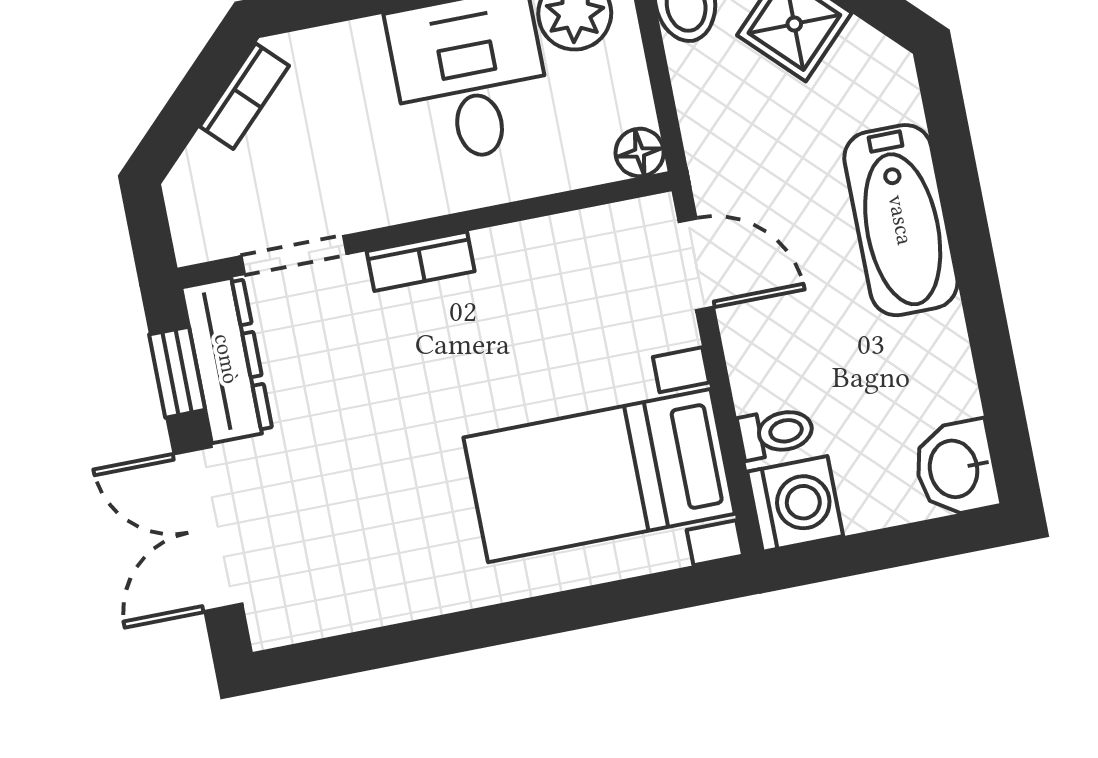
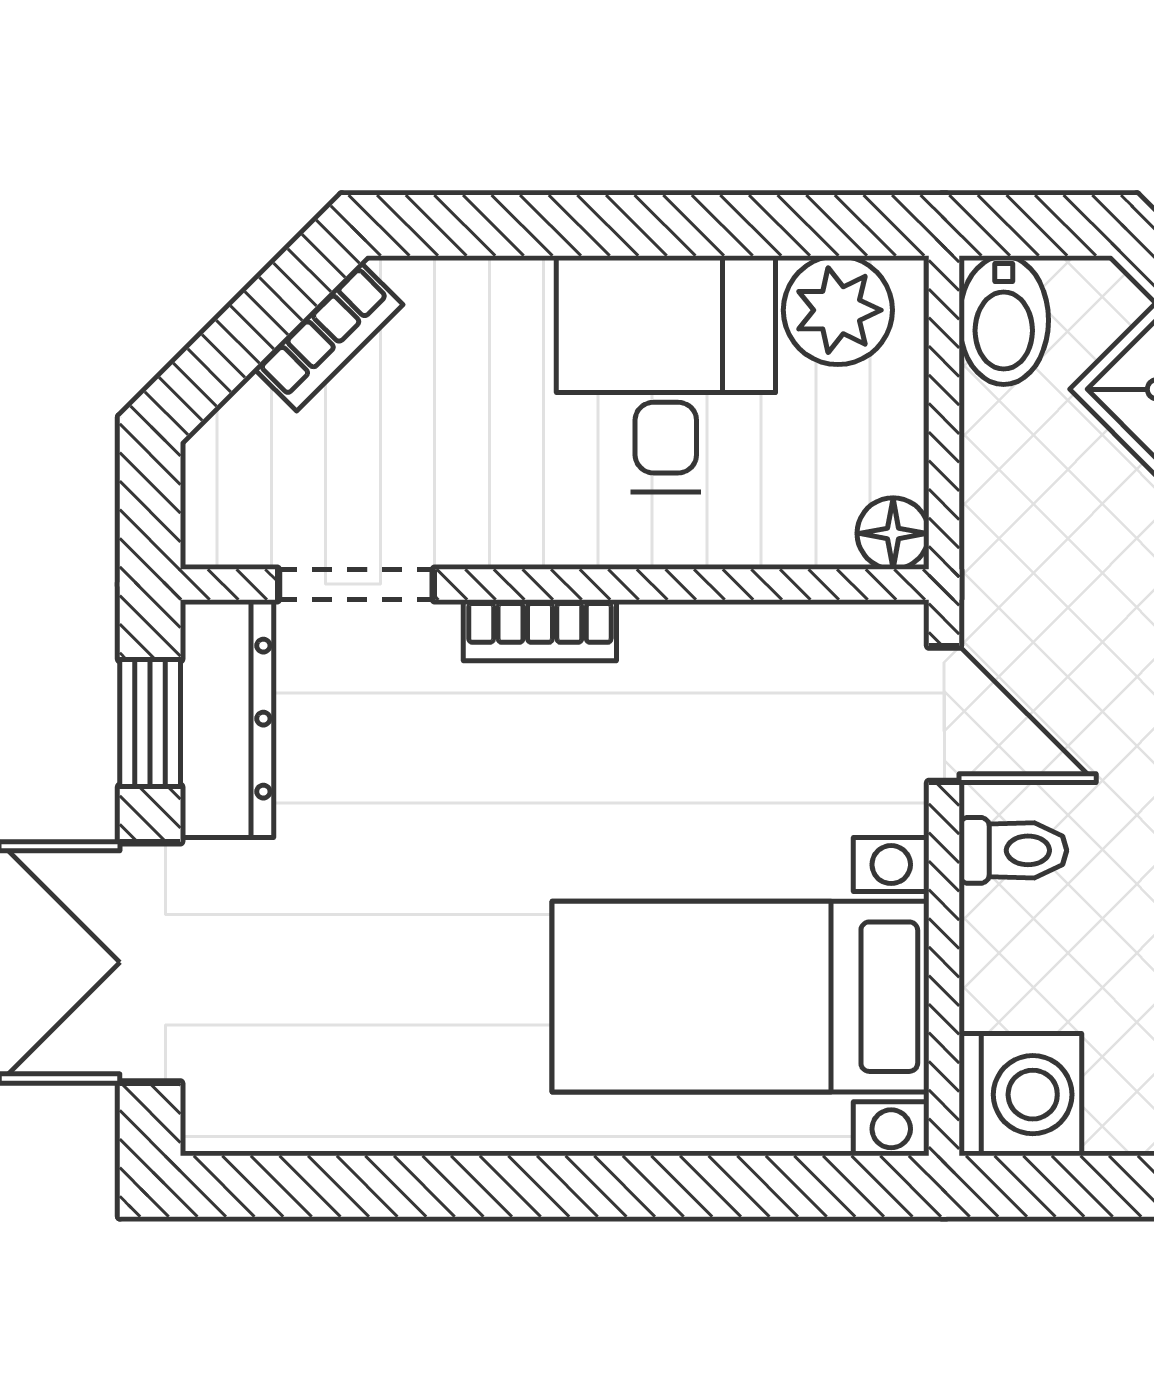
toilet: (776, 433) -> (1013, 850), moved

